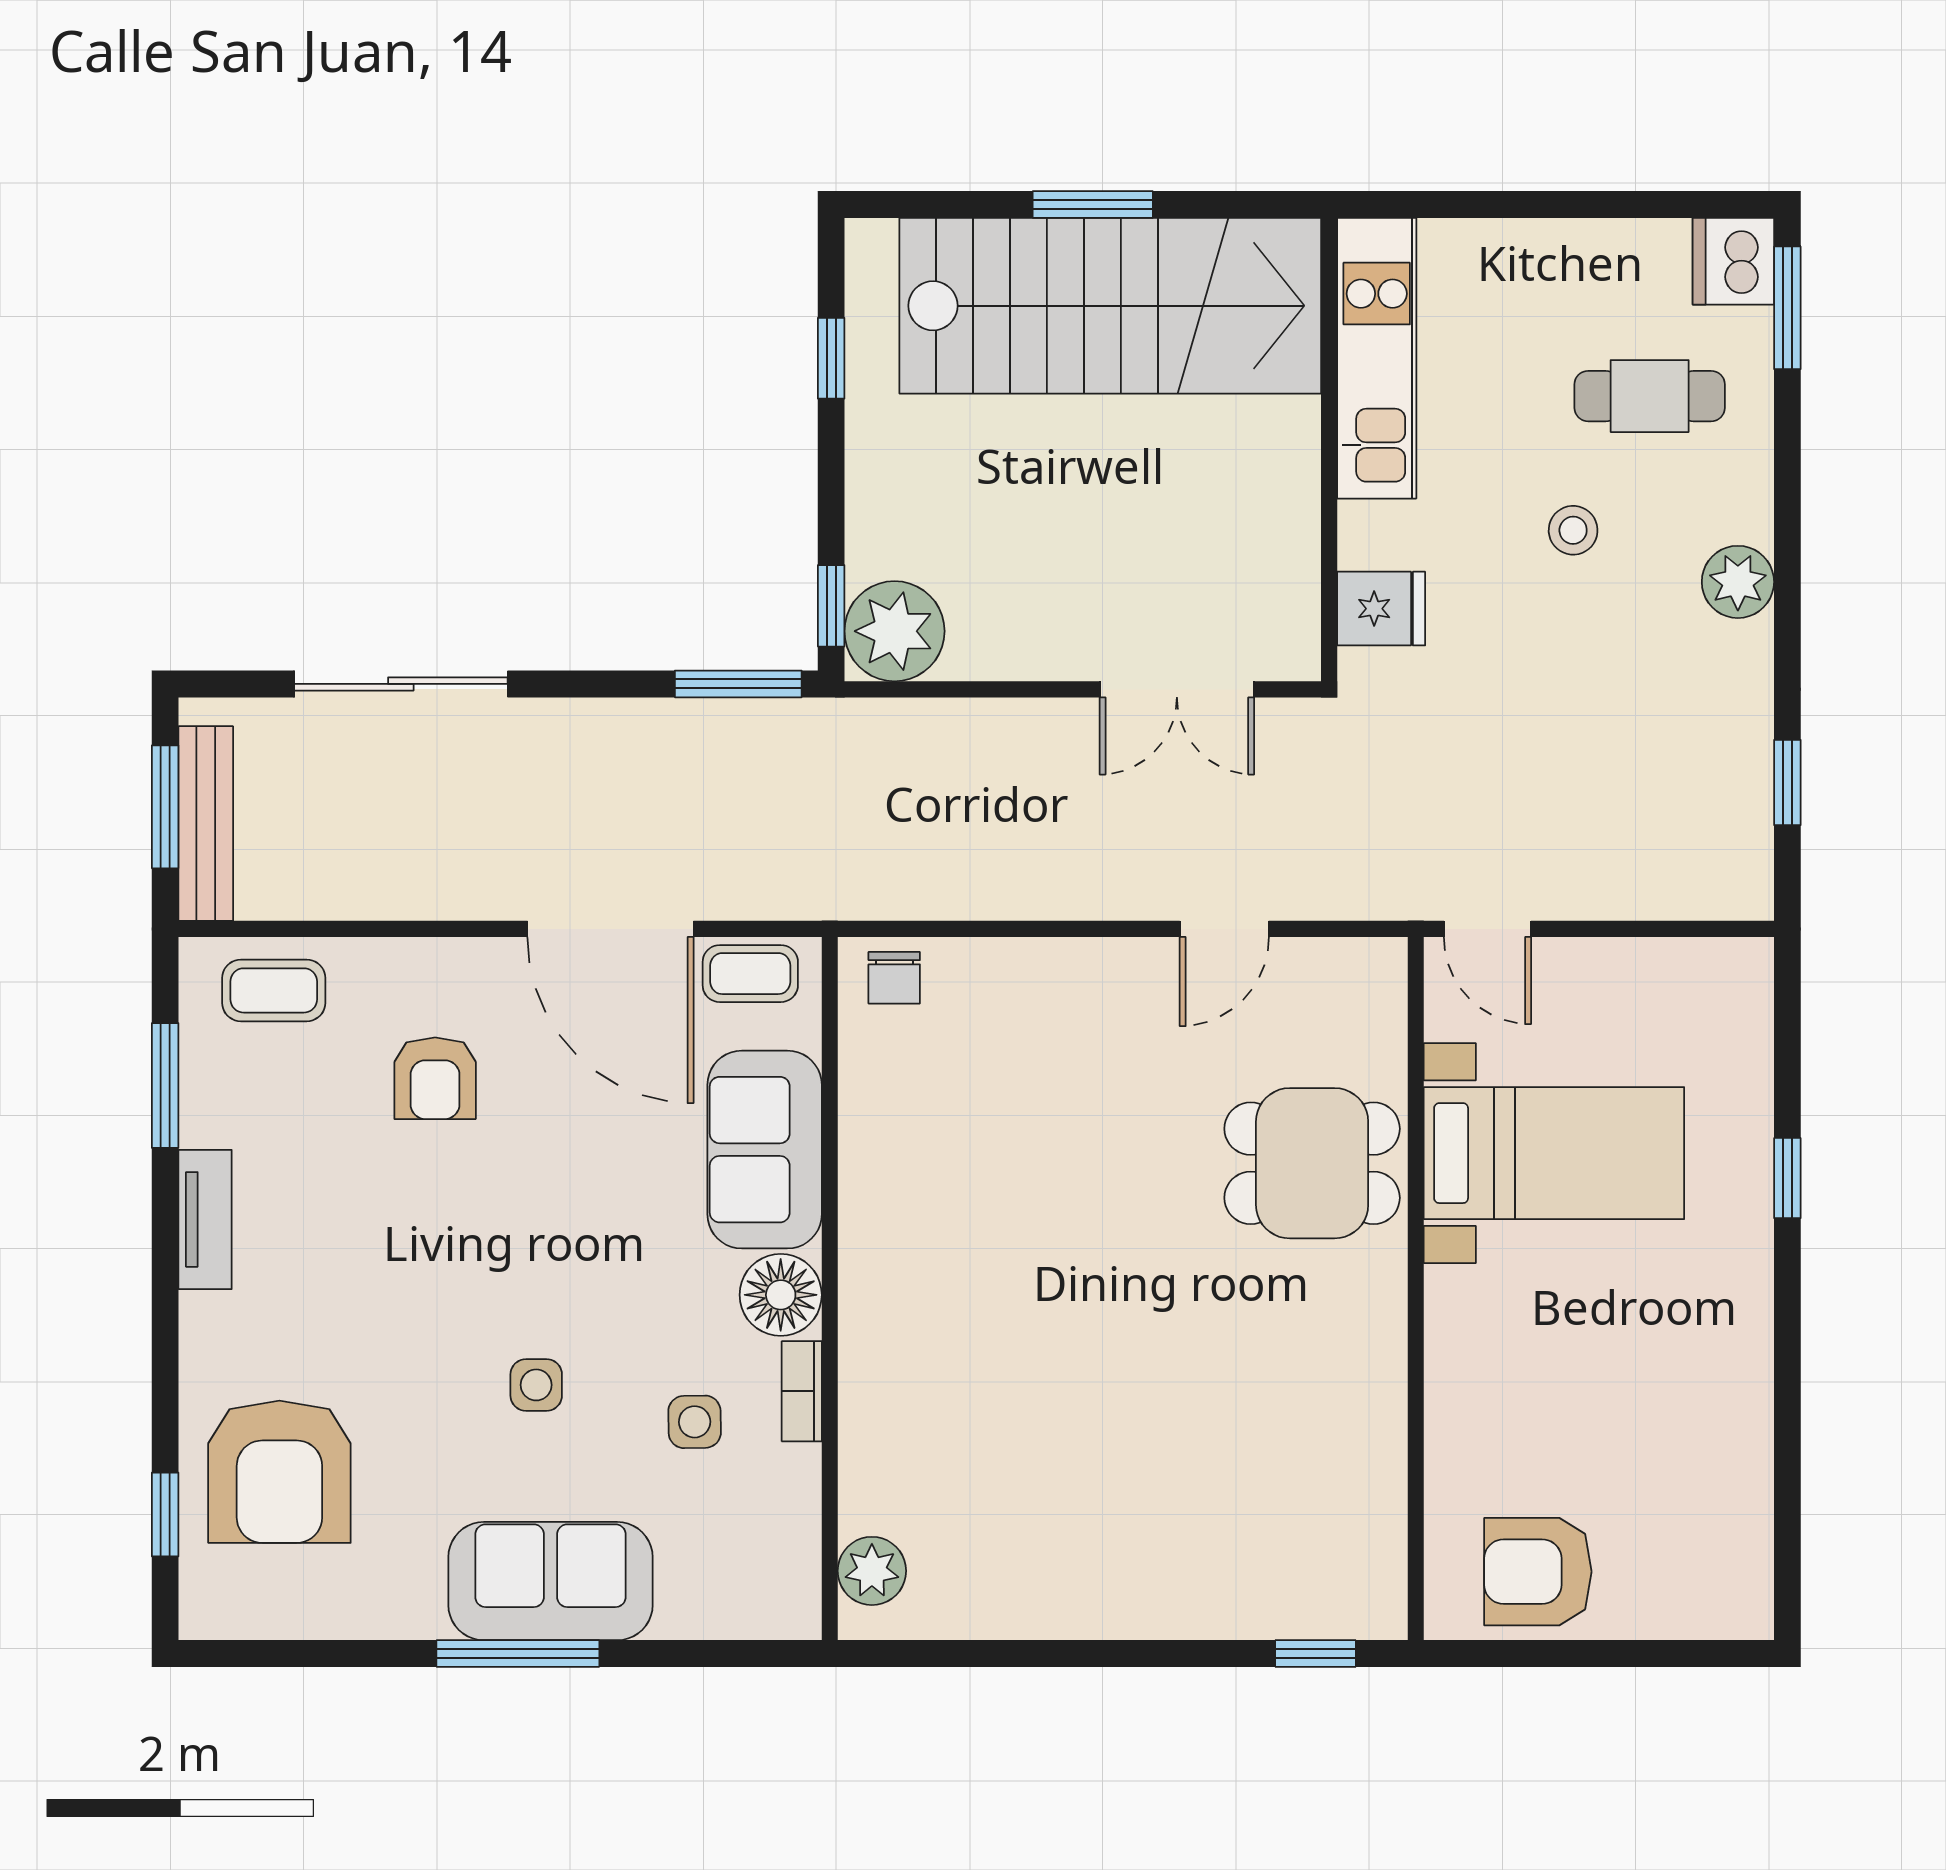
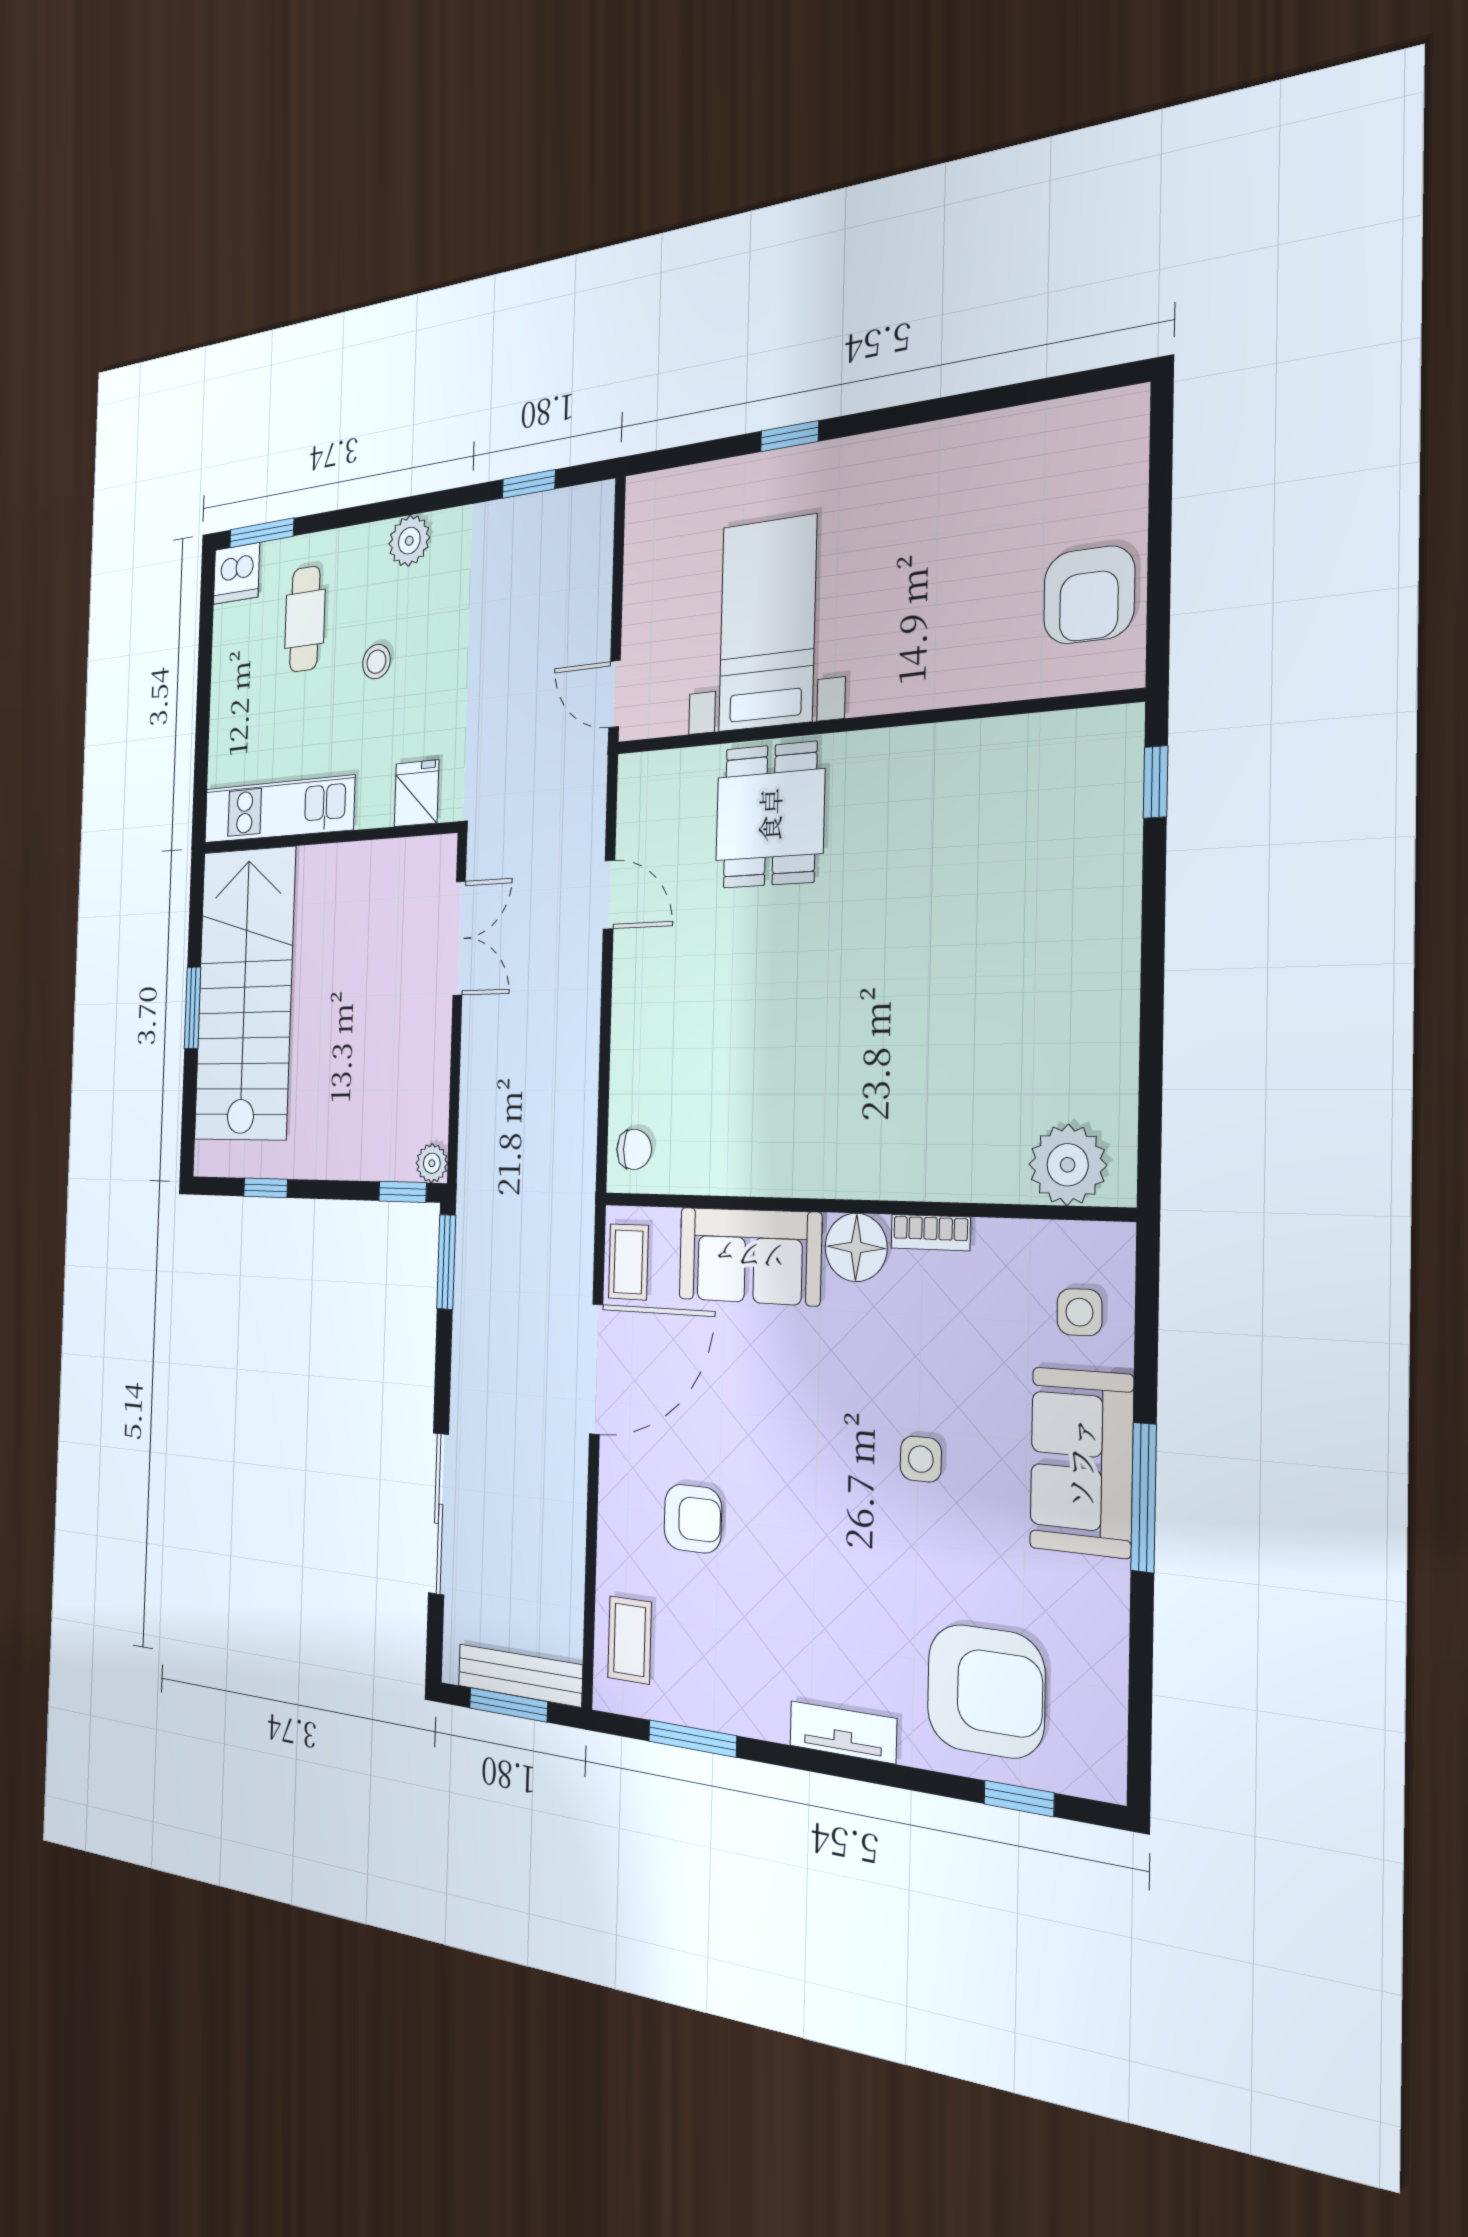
plant: (894, 631) -> (432, 1163), width x0.53, depth x0.53
door: (1487, 929) -> (615, 694), swing flipped
tv unit: (205, 1219) -> (843, 1732), moved
side table: (695, 1422) -> (1080, 1312), moved
plant: (872, 1571) -> (1068, 1165), width x1.36, depth x1.36

